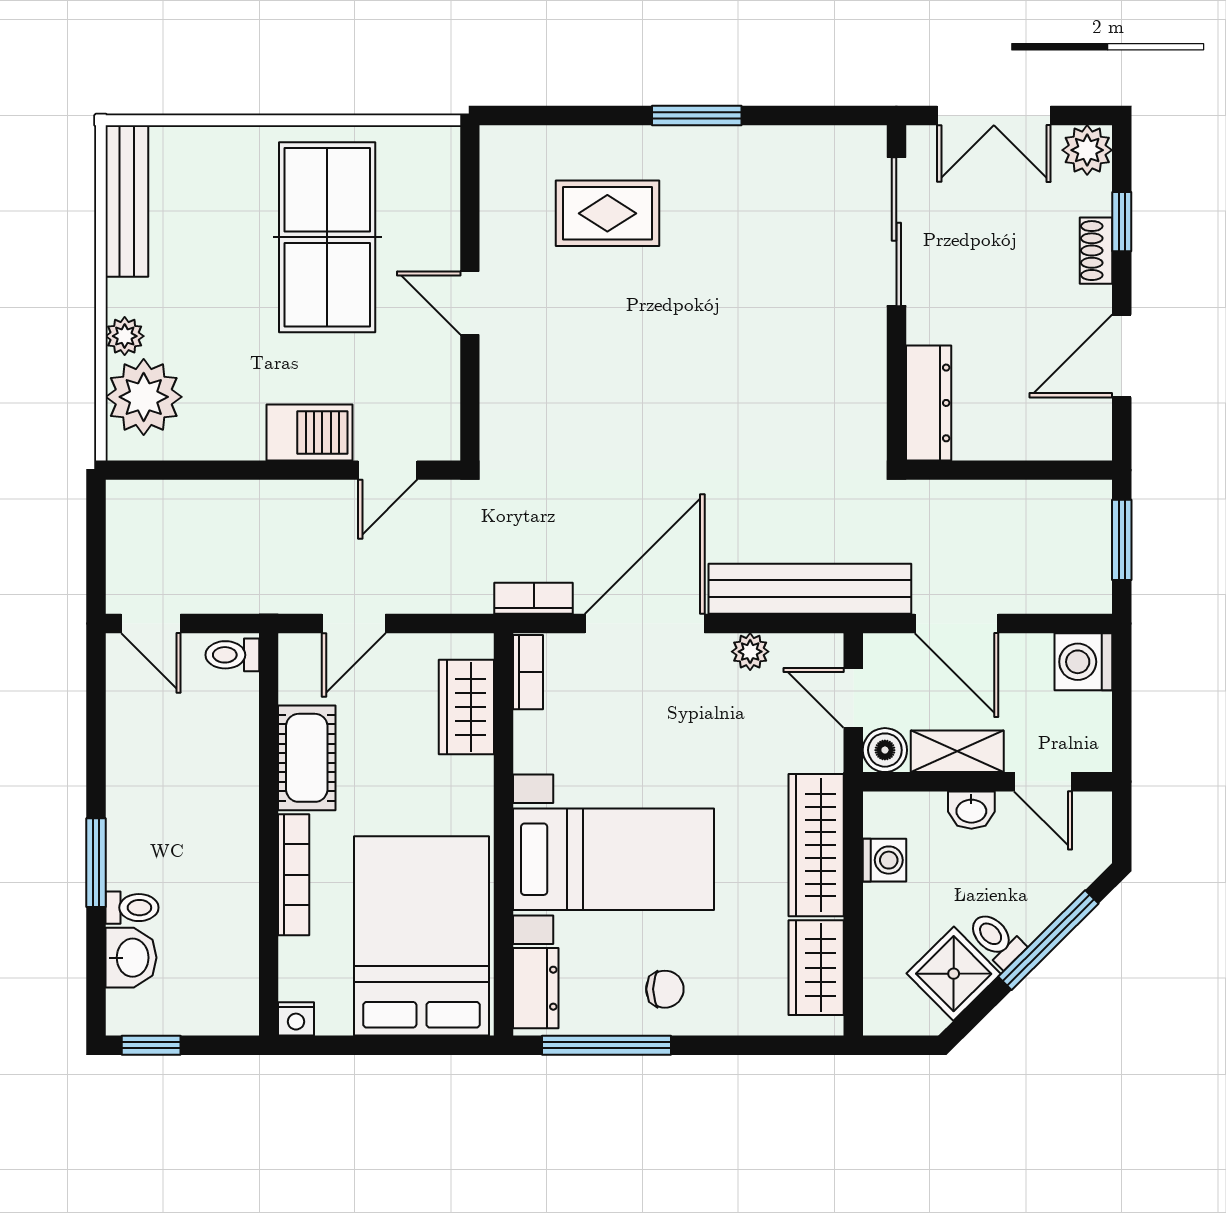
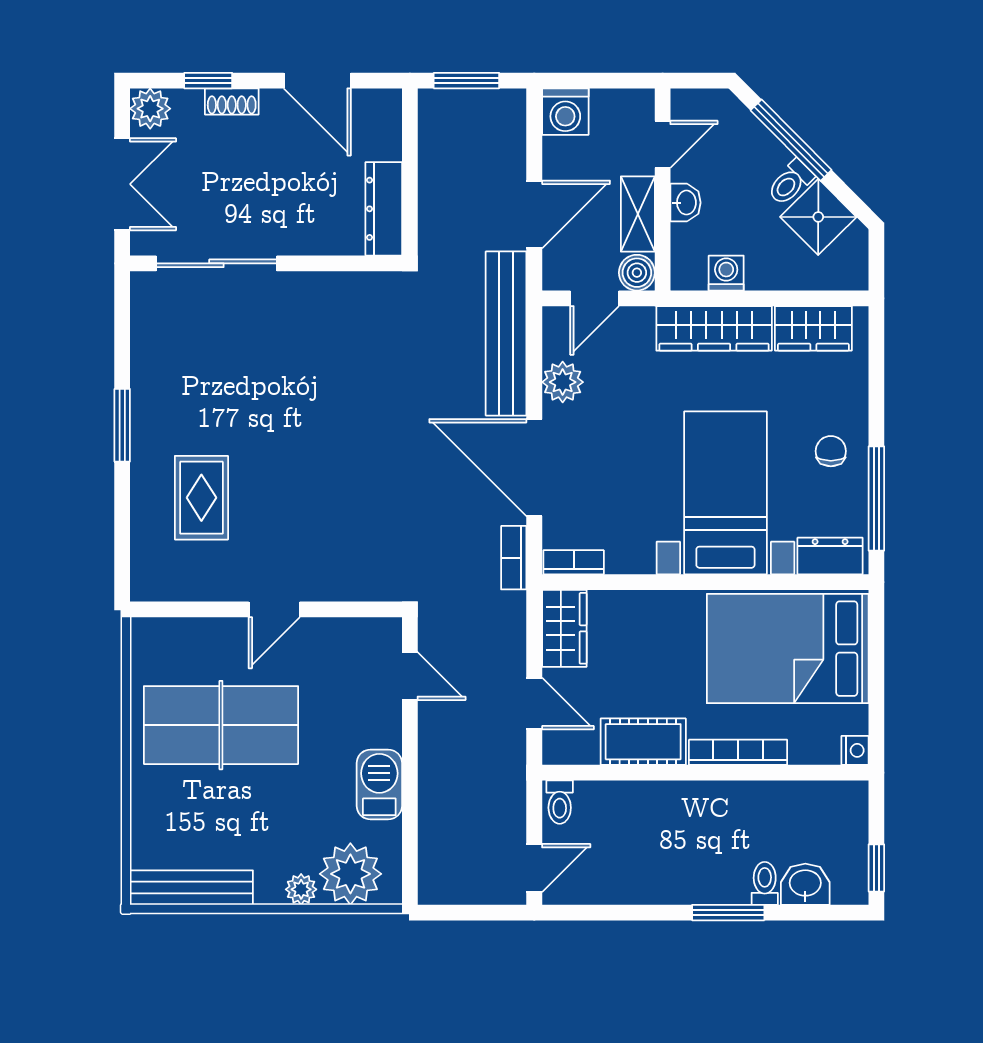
dresser: (929, 403) -> (384, 209), moved, turned -90
barbecue: (309, 433) -> (379, 784), moved
plant: (750, 652) -> (563, 382), width x1.38, depth x1.38
wardrobe: (466, 707) -> (564, 628), moved, turned -90

